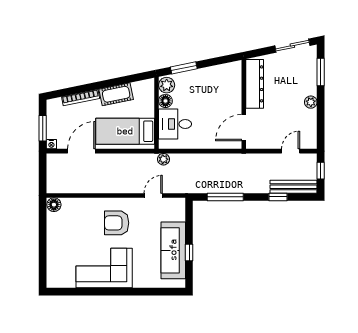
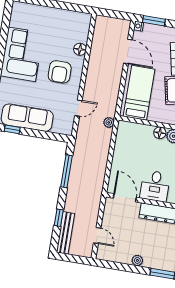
desk: (175, 124) -> (155, 186), moved, turned 180
window: (321, 171) -> (76, 259), removed
door: (153, 195) -> (78, 108), hinge flipped
floor lamp: (54, 205) -> (80, 49), moved
armchair: (117, 223) -> (60, 72), turned 180
window: (189, 252) -> (12, 129), moved

